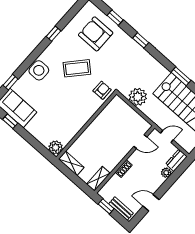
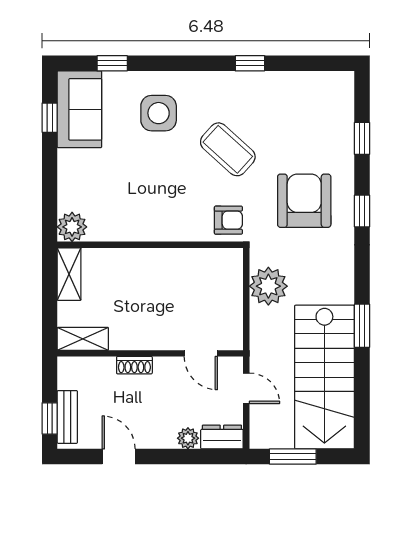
armchair: (96, 34) -> (304, 201), moved
side table: (39, 70) -> (159, 113), moved
window: (106, 206) -> (50, 418), moved

